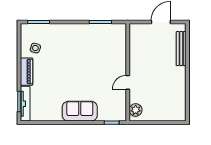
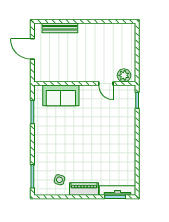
door: (128, 82) -> (106, 84), moved
sofa: (80, 111) -> (61, 95), moved, turned -90

